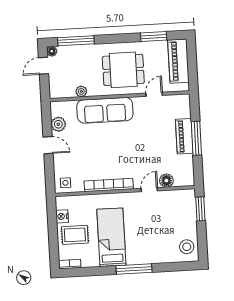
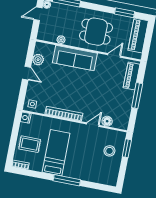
piano: (184, 136) -> (132, 76), moved
nightstand: (62, 216) -> (26, 118), moved
stool: (187, 247) -> (109, 151), moved

